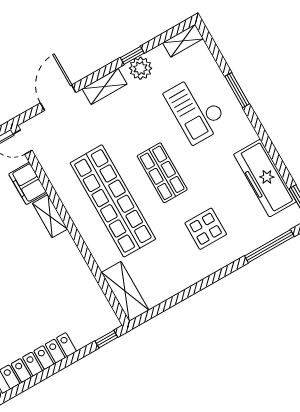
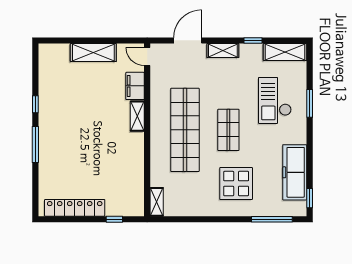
shelving: (183, 41) -> (285, 52), width x1.50, depth x1.33
plant: (140, 68) -> (254, 52), removed
display table: (206, 229) -> (236, 184), width x1.36, depth x1.36
shelving: (125, 291) -> (157, 202), width x0.67, depth x0.75
window: (106, 339) -> (114, 219), moved

